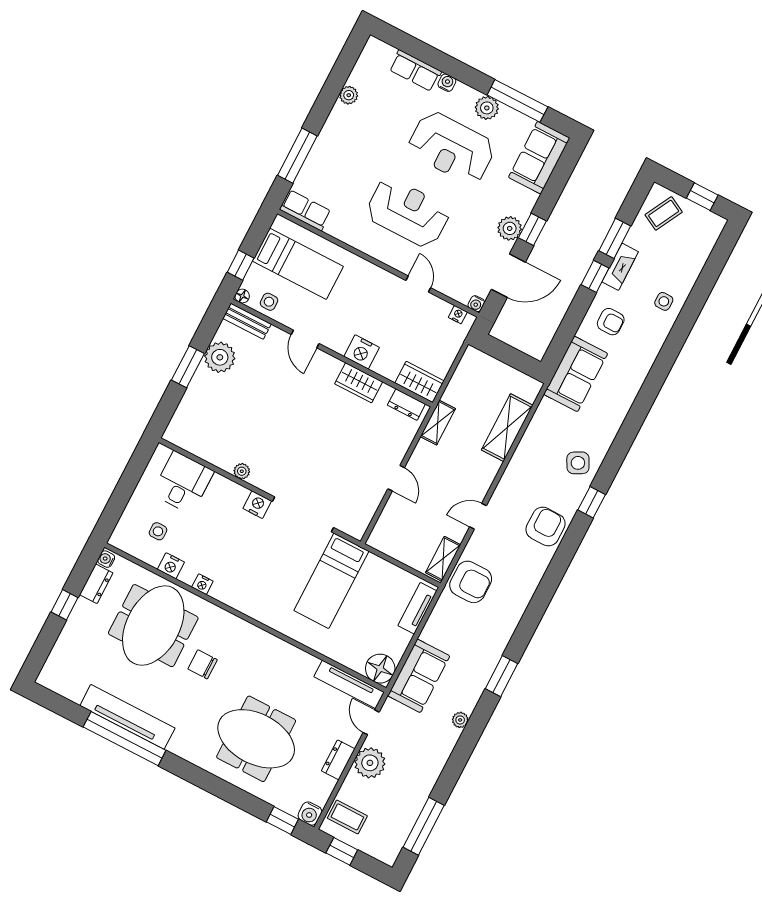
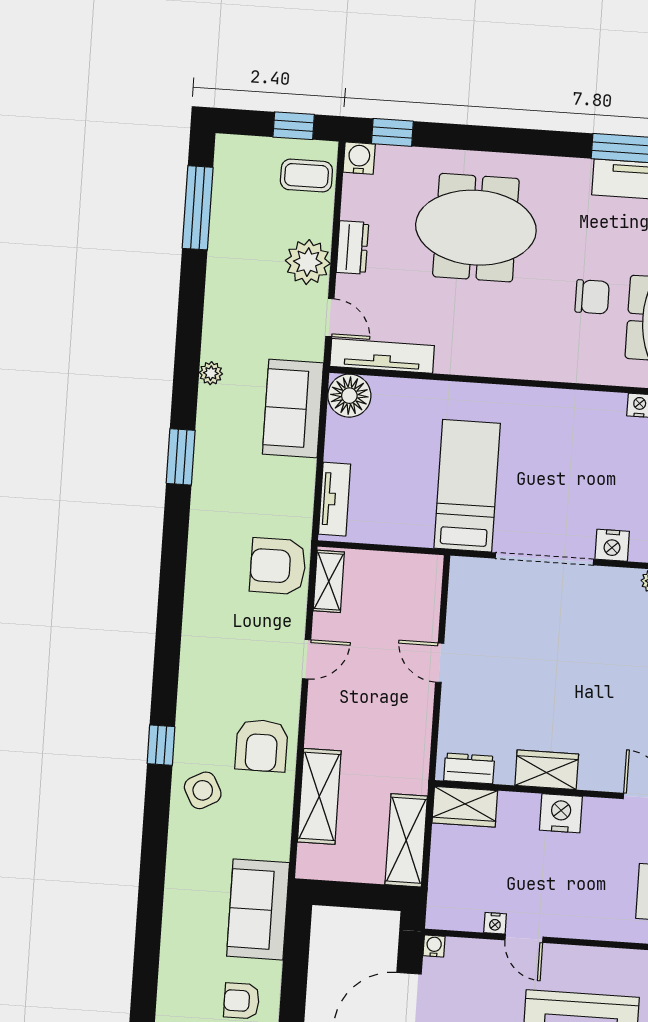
nightstand: (458, 315) -> (495, 923), moved
shelving: (438, 423) -> (406, 840), moved, width x1.50, depth x1.33
armchair: (546, 527) -> (262, 746), moved

